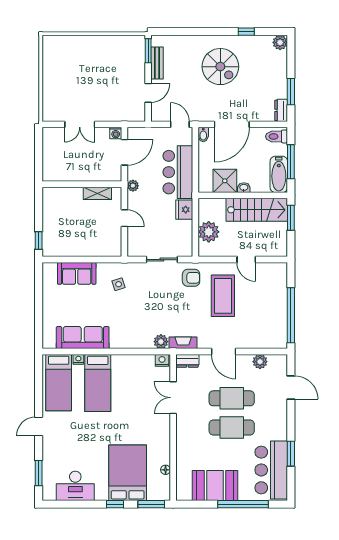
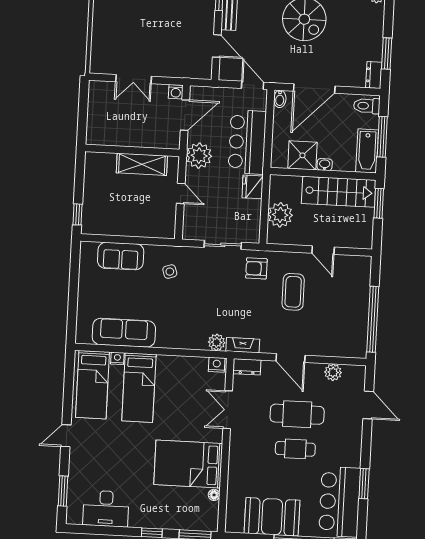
door: (148, 93) -> (217, 46), hinge flipped
plant: (133, 186) -> (199, 156), width x1.88, depth x1.88
shelving: (97, 193) -> (142, 164), width x1.50, depth x1.33
armchair: (191, 278) -> (256, 268), turned 180
coffee table: (223, 296) -> (293, 292), width x0.73, depth x0.76
cafe table: (232, 428) -> (295, 449), width x0.73, depth x0.74
bed: (128, 473) -> (188, 464), moved, turned -90

